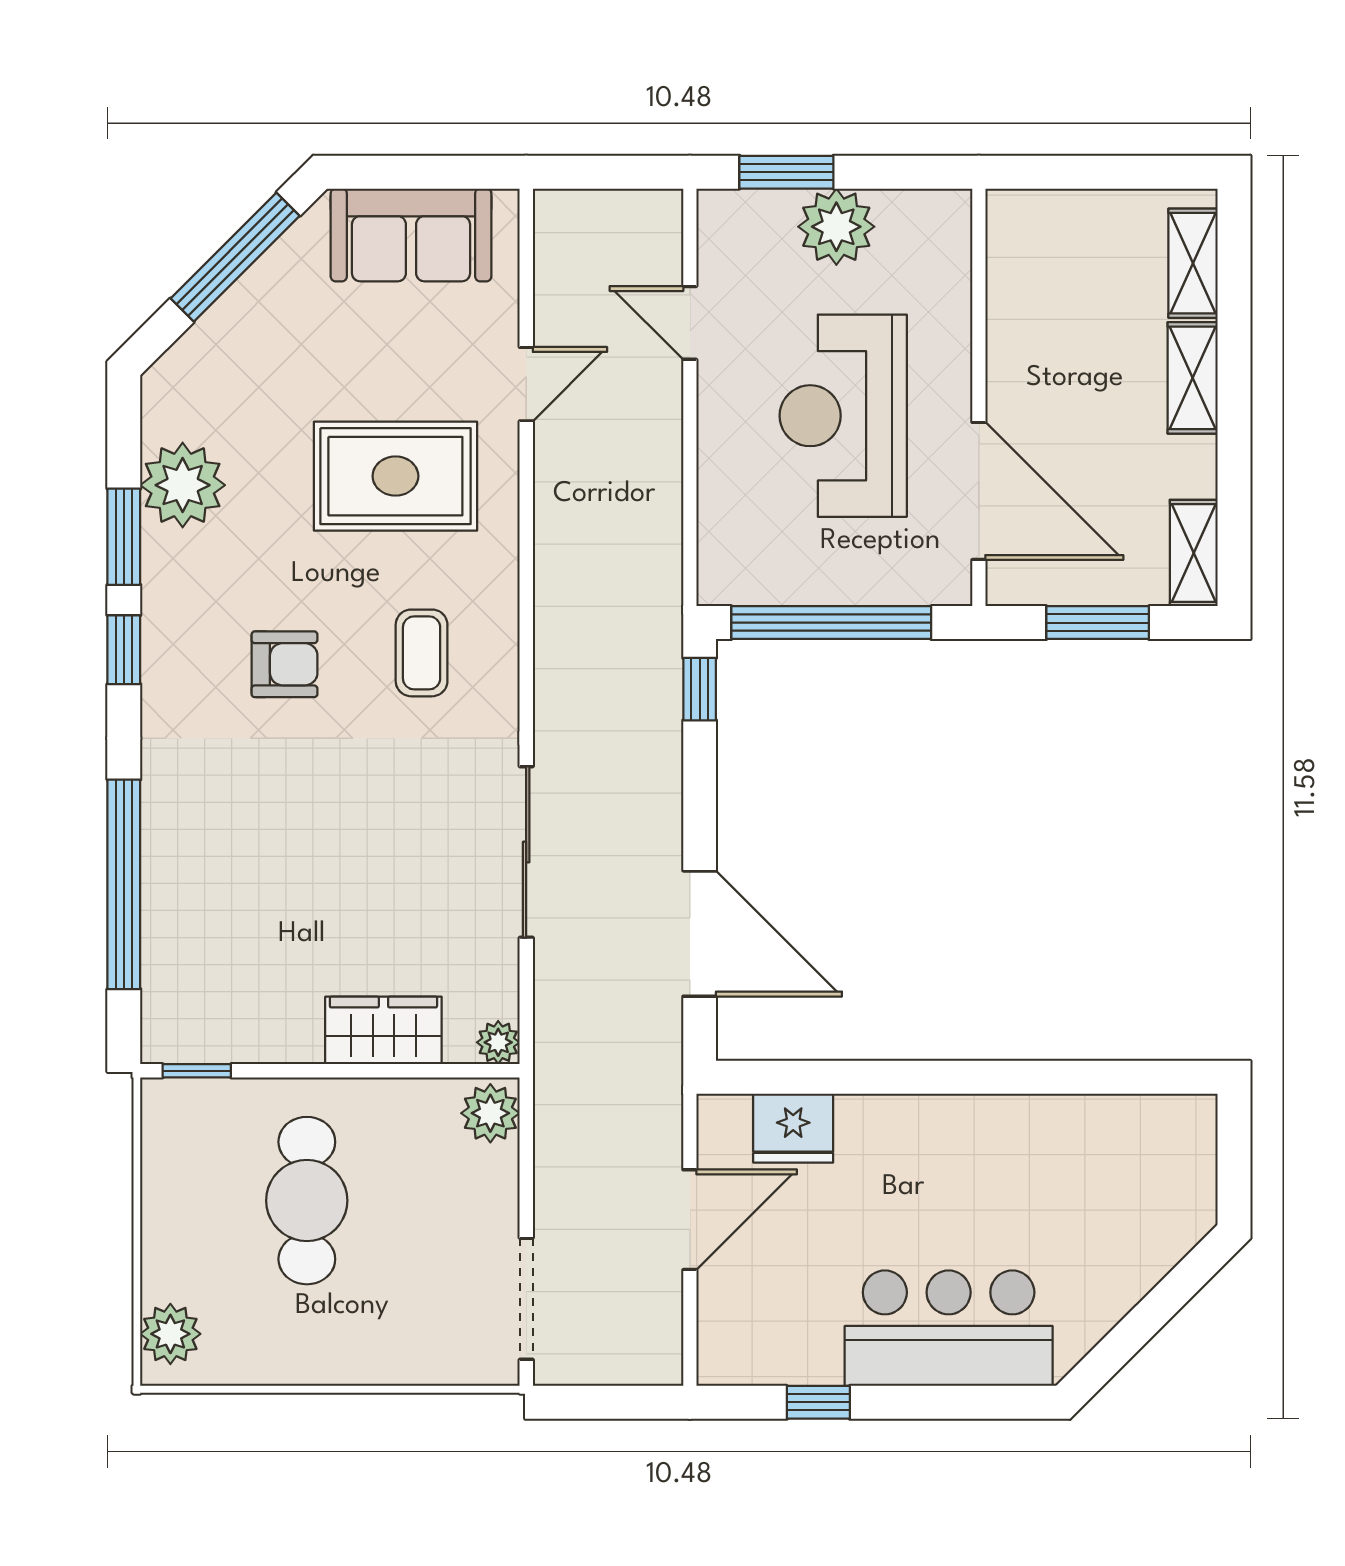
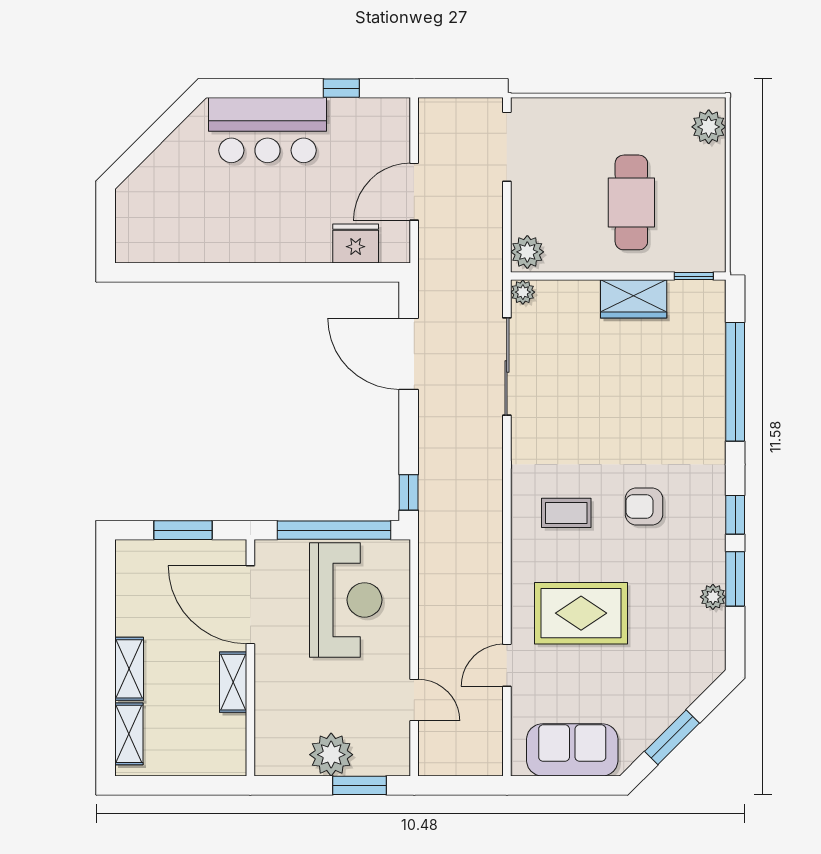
window: (235, 257) -> (672, 737), width x0.69
reception desk: (843, 416) -> (346, 600), moved
plant: (183, 485) -> (713, 597), width x0.53, depth x0.53
shelving: (1194, 553) -> (233, 682), moved
coffee table: (422, 653) -> (566, 513), turned 90
sliding door: (526, 852) -> (507, 366), moved
wardrobe: (383, 1030) -> (634, 299), moved

